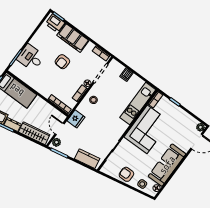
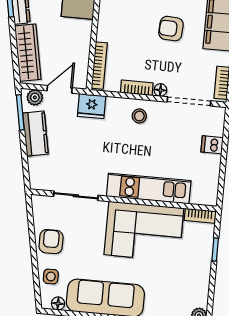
kitchen unit: (138, 104) -> (149, 189), moved
kitchen counter: (87, 159) -> (35, 134), moved

